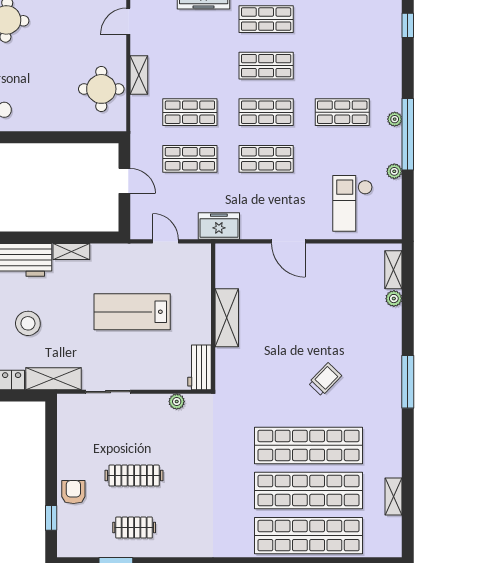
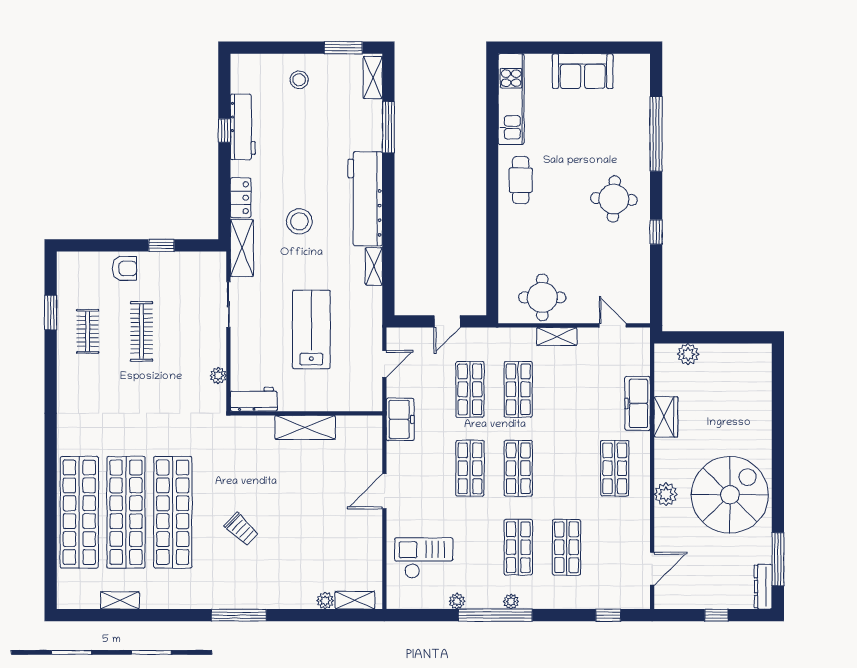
shop shelf: (266, 66) -> (566, 547), moved
window: (51, 518) -> (161, 245), moved

